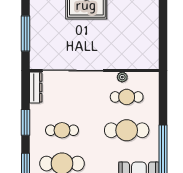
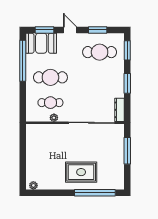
cafe table: (62, 130) -> (100, 77), removed

